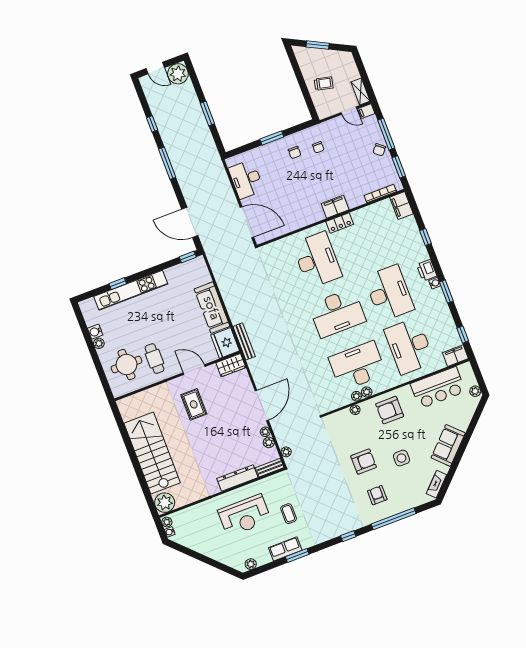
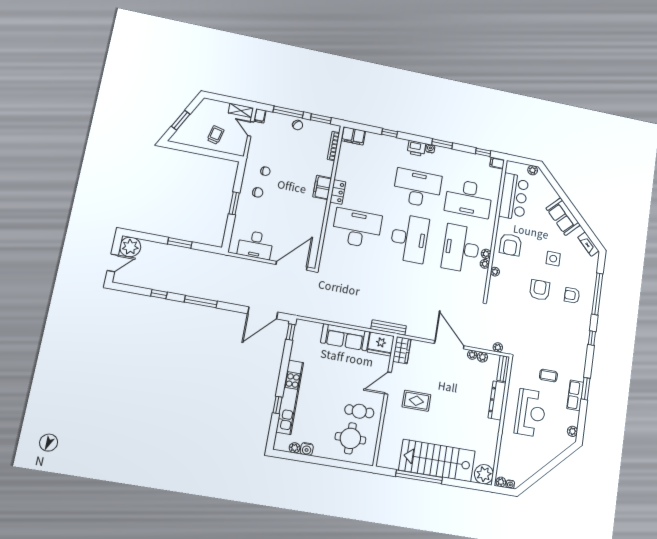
door: (349, 111) -> (251, 129), swing flipped
plant: (99, 343) -> (295, 448), moved
filing cabinet: (455, 356) -> (497, 163), width x0.50
window: (129, 445) -> (419, 477), added

